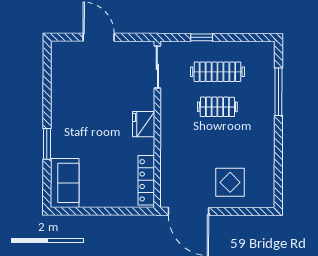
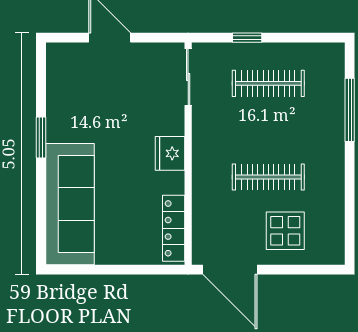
clothes rail: (217, 107) -> (268, 177), moved, width x1.36
window: (47, 144) -> (41, 137), moved
sofa: (65, 183) -> (70, 204), width x1.85, depth x1.27

